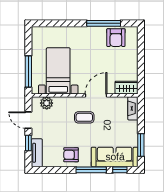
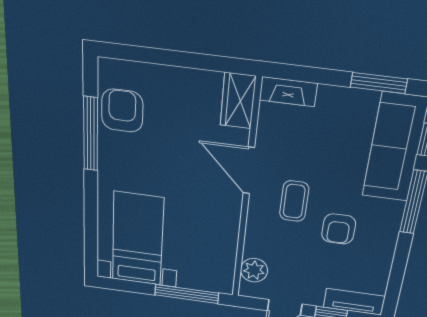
armchair: (116, 38) -> (122, 111), turned -90
bed with nightstands: (58, 71) -> (138, 239), moved, turned 90
armchair: (71, 155) -> (339, 229), moved

